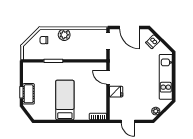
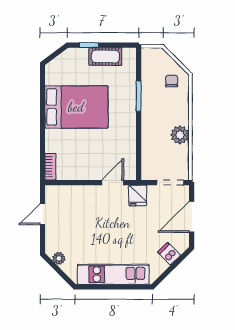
plant: (64, 35) -> (180, 135), moved
fridge: (116, 92) -> (138, 195), moved
cot: (29, 94) -> (105, 57), moved
bed: (65, 100) -> (76, 107), width x1.50

